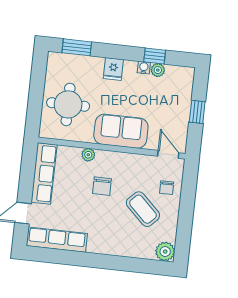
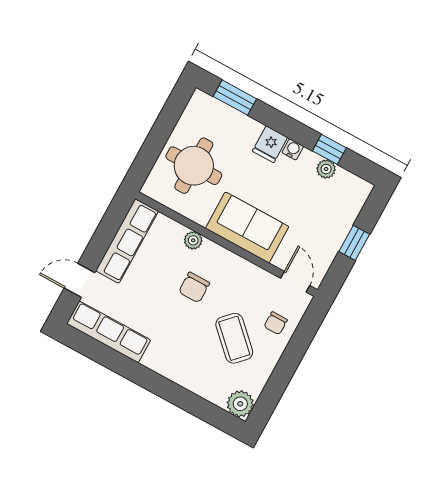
water cooler: (144, 68) -> (293, 149), moved

